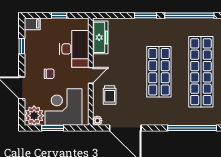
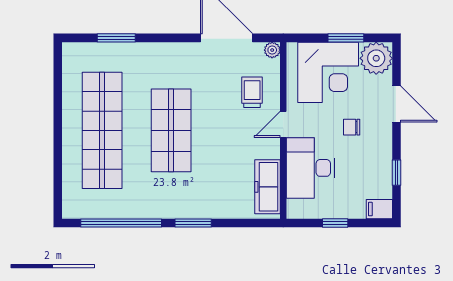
window: (192, 128) -> (116, 38), width x0.47

